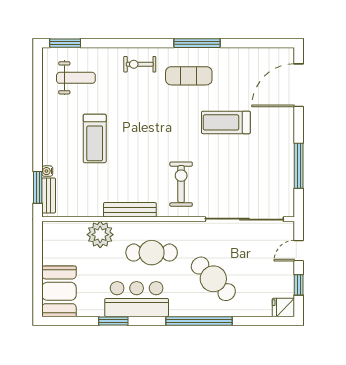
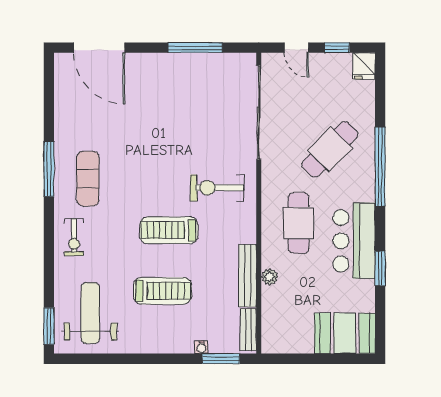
weight bench: (76, 78) -> (90, 313), width x1.36, depth x1.33
treadmill: (226, 122) -> (169, 230), moved, turned 90
bench: (49, 195) -> (248, 330), moved, turned 90
bench: (130, 210) -> (248, 276), moved
plant: (100, 235) -> (270, 277), width x0.53, depth x0.53

